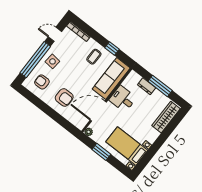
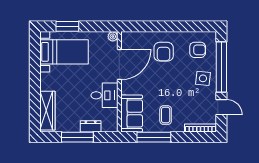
door: (55, 34) -> (221, 107), hinge flipped
window: (112, 48) -> (154, 137), width x2.17
sofa: (111, 78) -> (132, 114), width x0.73
armchair: (64, 97) -> (164, 52), turned -90
window: (101, 152) -> (67, 26), moved

